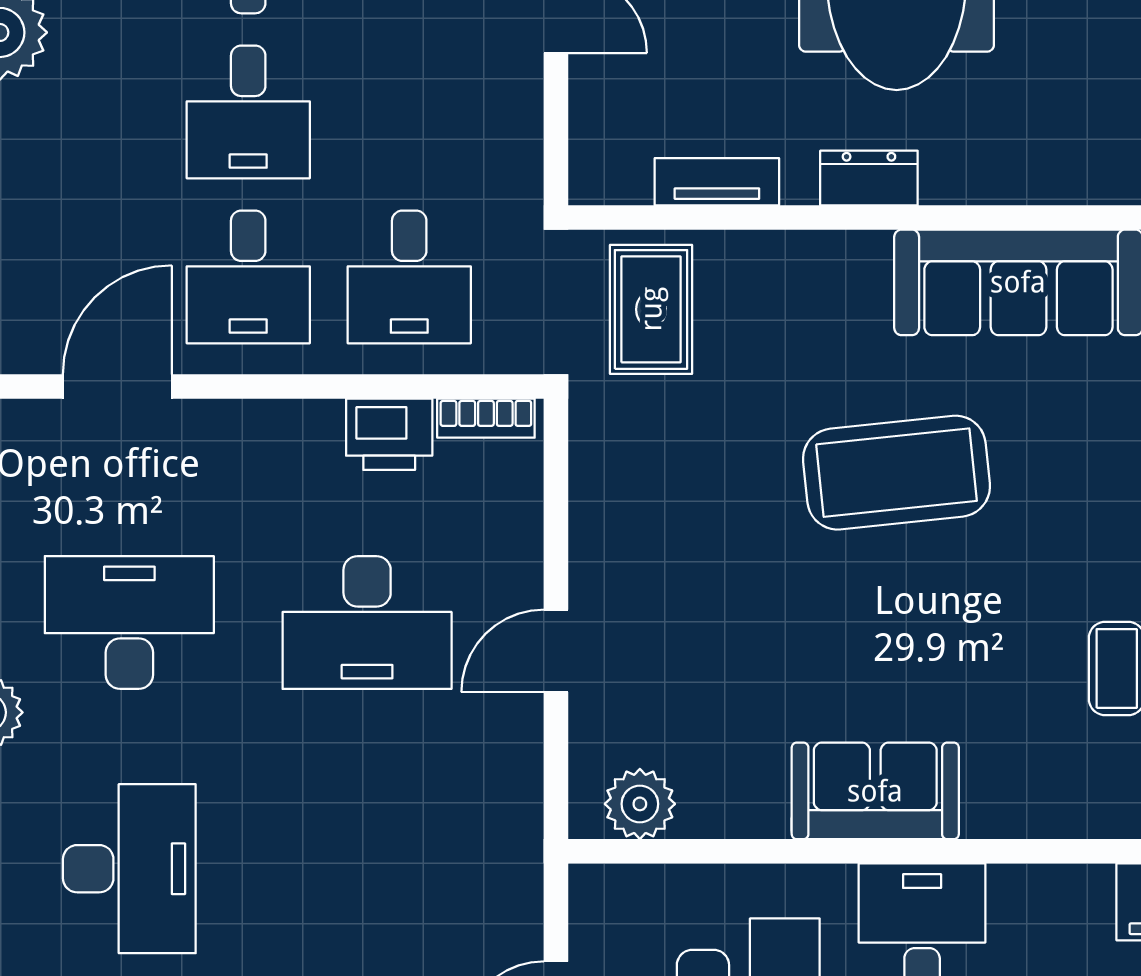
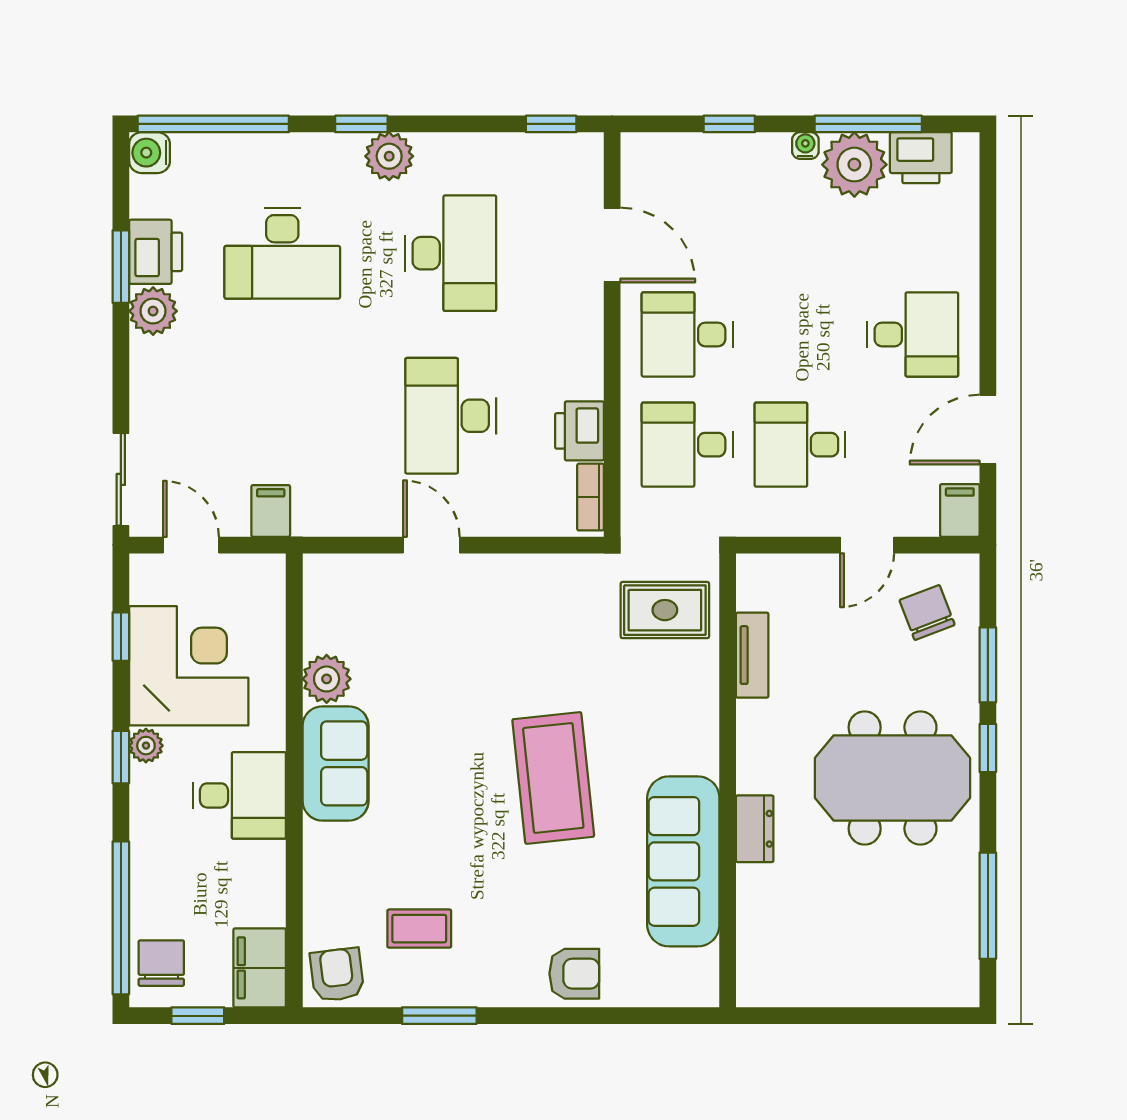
desk: (248, 112) -> (800, 445), moved
dresser: (869, 178) -> (755, 829), moved
plant: (640, 804) -> (327, 679), moved
filing cabinet: (506, 886) -> (271, 511), added

